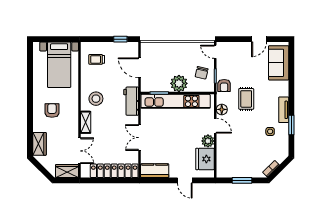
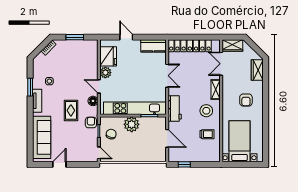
trolley: (97, 59) -> (207, 134), moved
sofa: (279, 63) -> (42, 137), width x1.36

